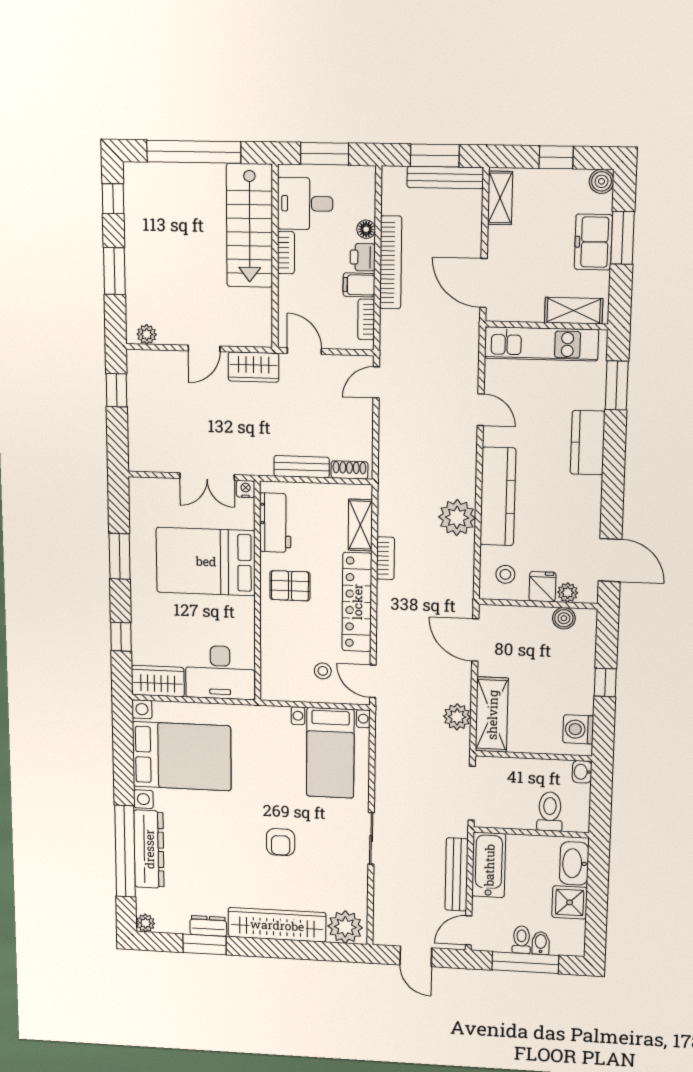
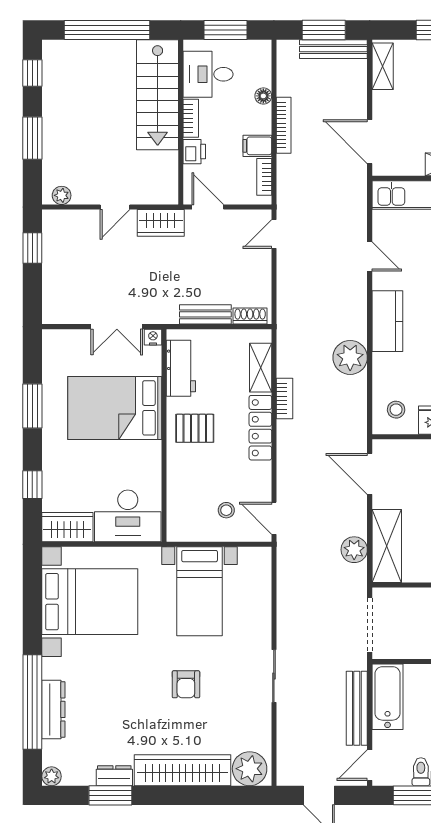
printer: (363, 257) -> (194, 152), moved, turned 180
bookcase: (391, 262) -> (284, 125), width x0.68, depth x0.76
kitchen counter: (498, 496) -> (387, 321), width x0.67
locker: (357, 602) -> (260, 428), width x0.71, depth x0.83
bed with nightstands: (330, 753) -> (200, 591), moved
dresser: (149, 849) -> (53, 709), width x0.73, depth x0.80

